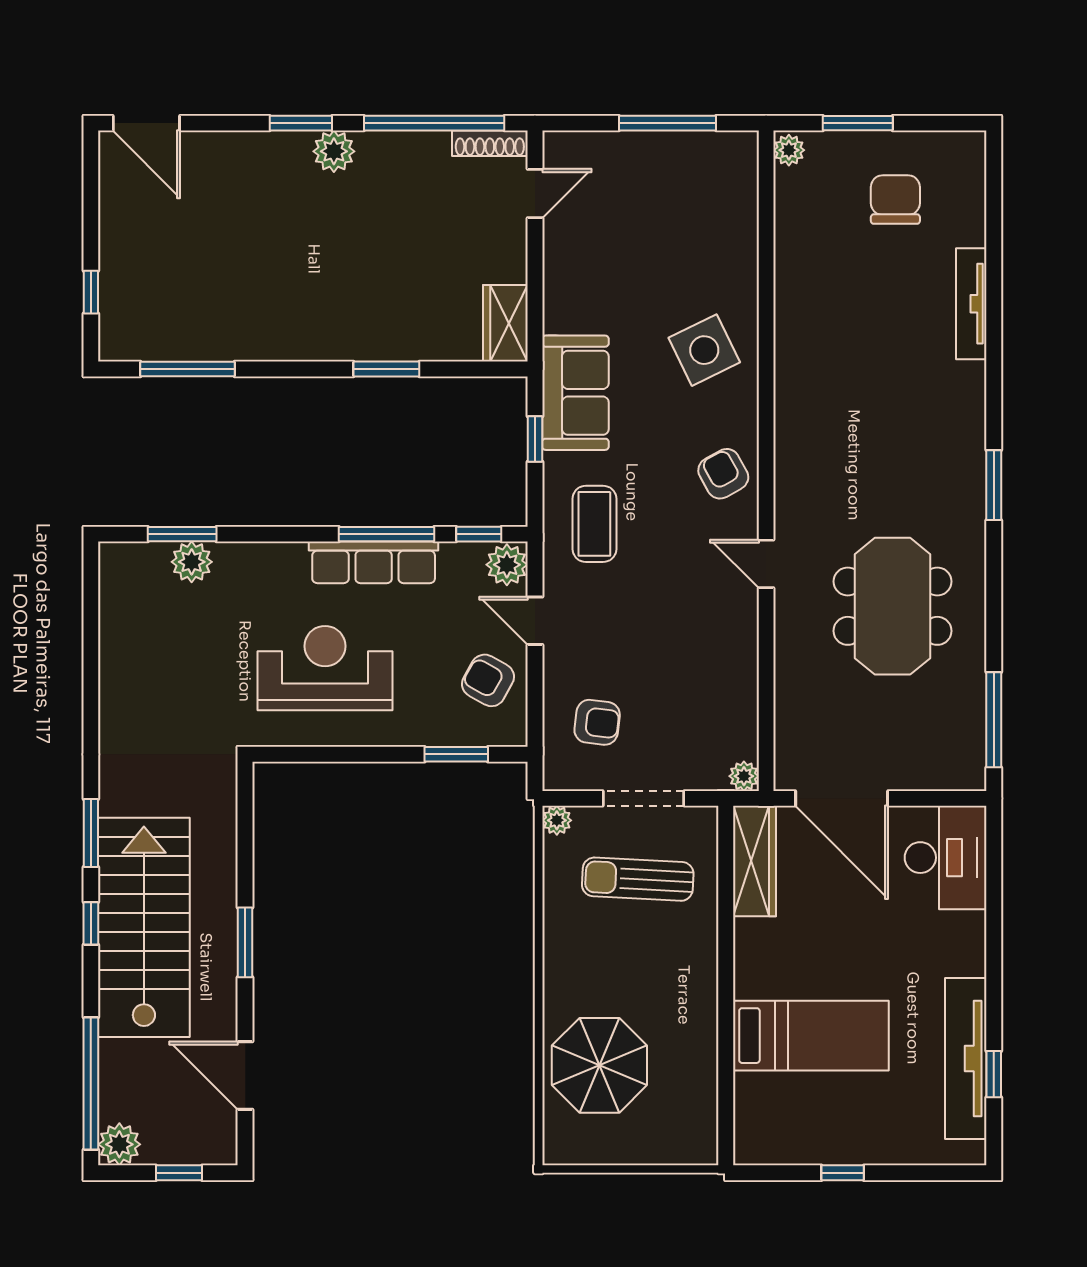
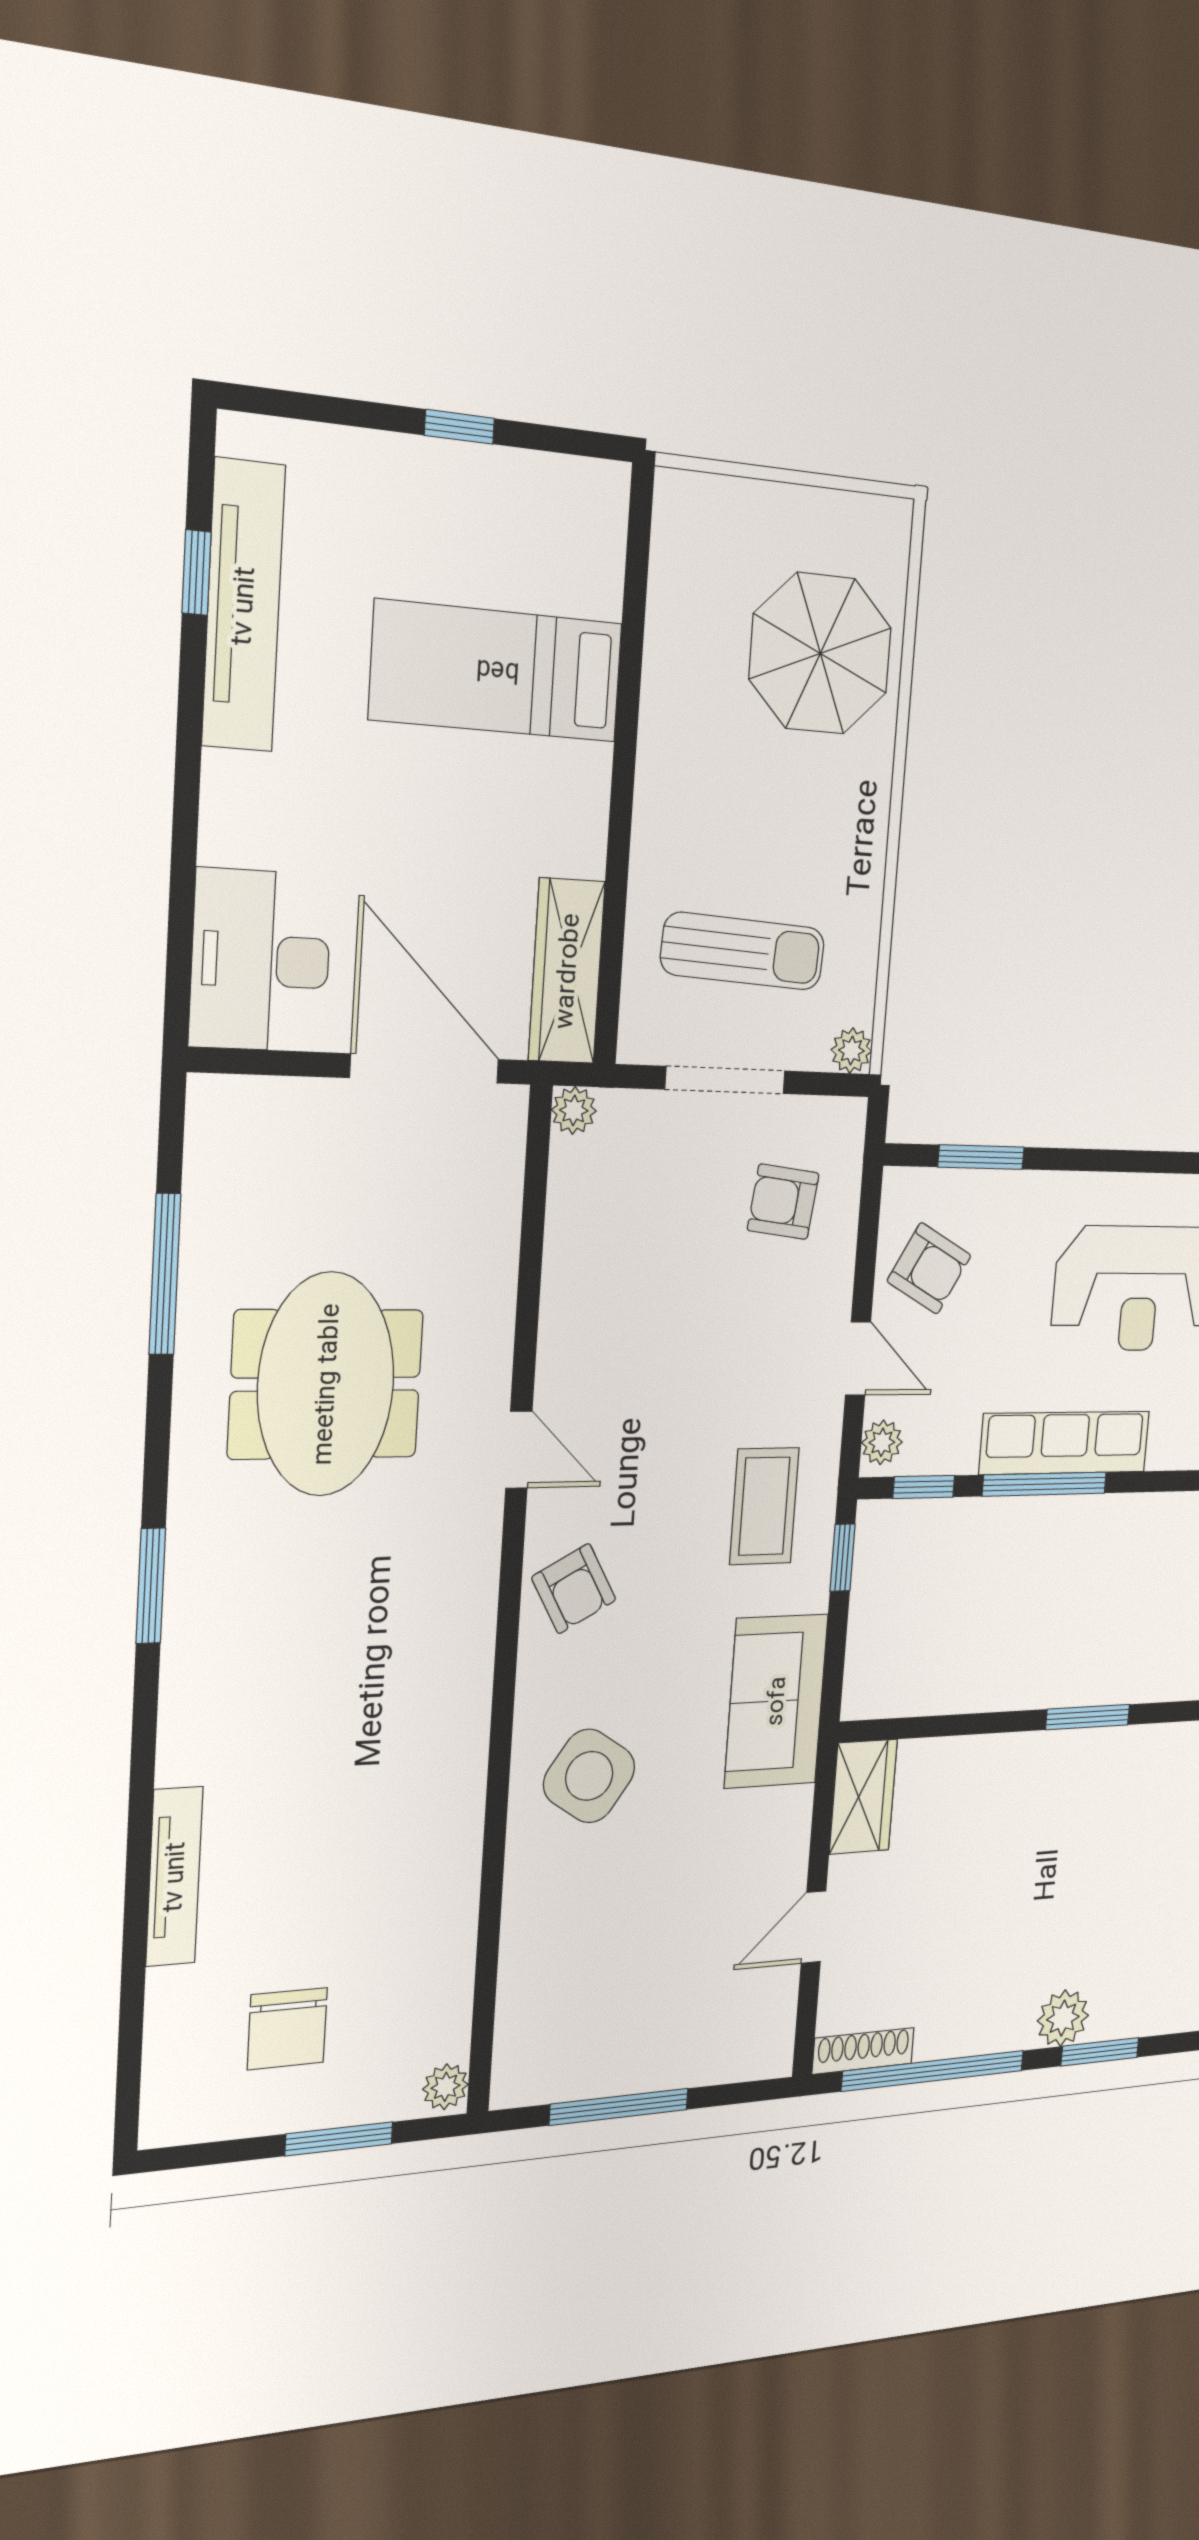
door: (535, 193) -> (814, 1927), moved
side table: (704, 350) -> (589, 1776), turned -30
window: (386, 369) -> (1088, 1717), moved
window: (535, 439) -> (842, 1558), moved
plant: (507, 565) -> (882, 1442), width x0.73, depth x0.73
window: (994, 720) -> (165, 1274), moved

